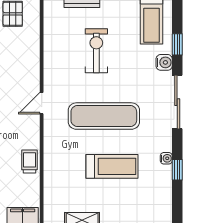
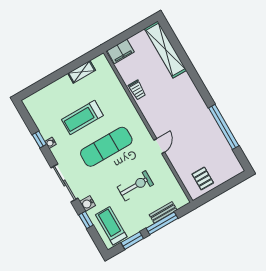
exercise bike: (96, 51) -> (135, 186), turned -90
door: (42, 103) -> (159, 146), moved

